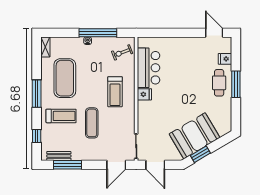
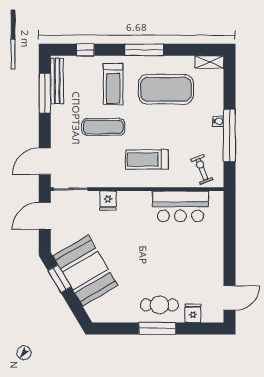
fridge: (144, 94) -> (108, 201), moved
bench: (59, 156) -> (57, 81), width x1.36
door: (116, 165) -> (45, 161), hinge flipped

